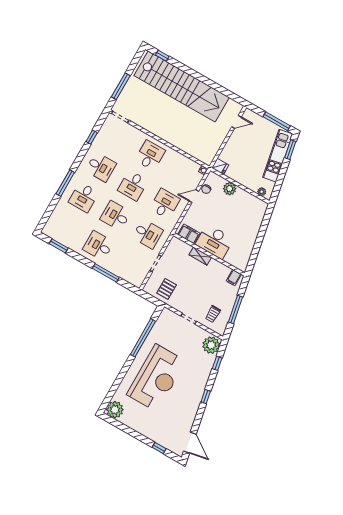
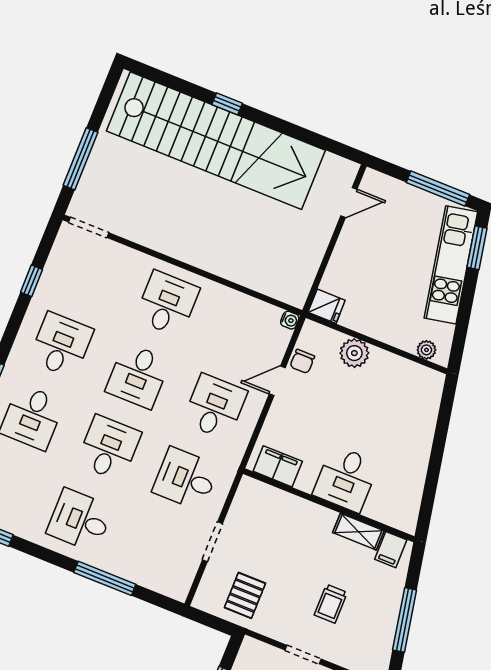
window: (162, 56) -> (227, 104), moved
desk: (101, 167) -> (61, 345), turned -90
desk: (116, 216) -> (109, 448), turned 90
desk: (148, 234) -> (186, 479), turned 180
desk: (214, 242) -> (346, 479), width x0.73
shelving: (200, 256) -> (358, 532), moved
trolley: (213, 314) -> (331, 604), moved

